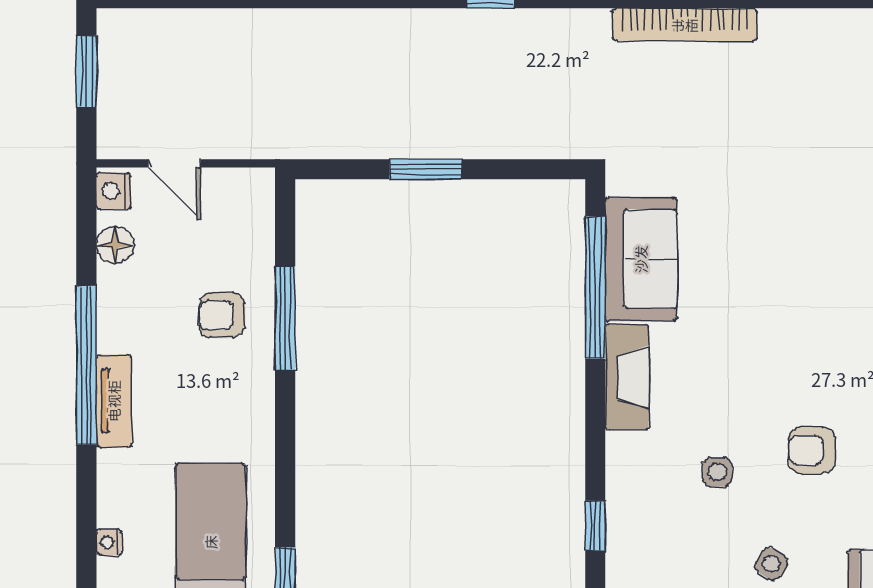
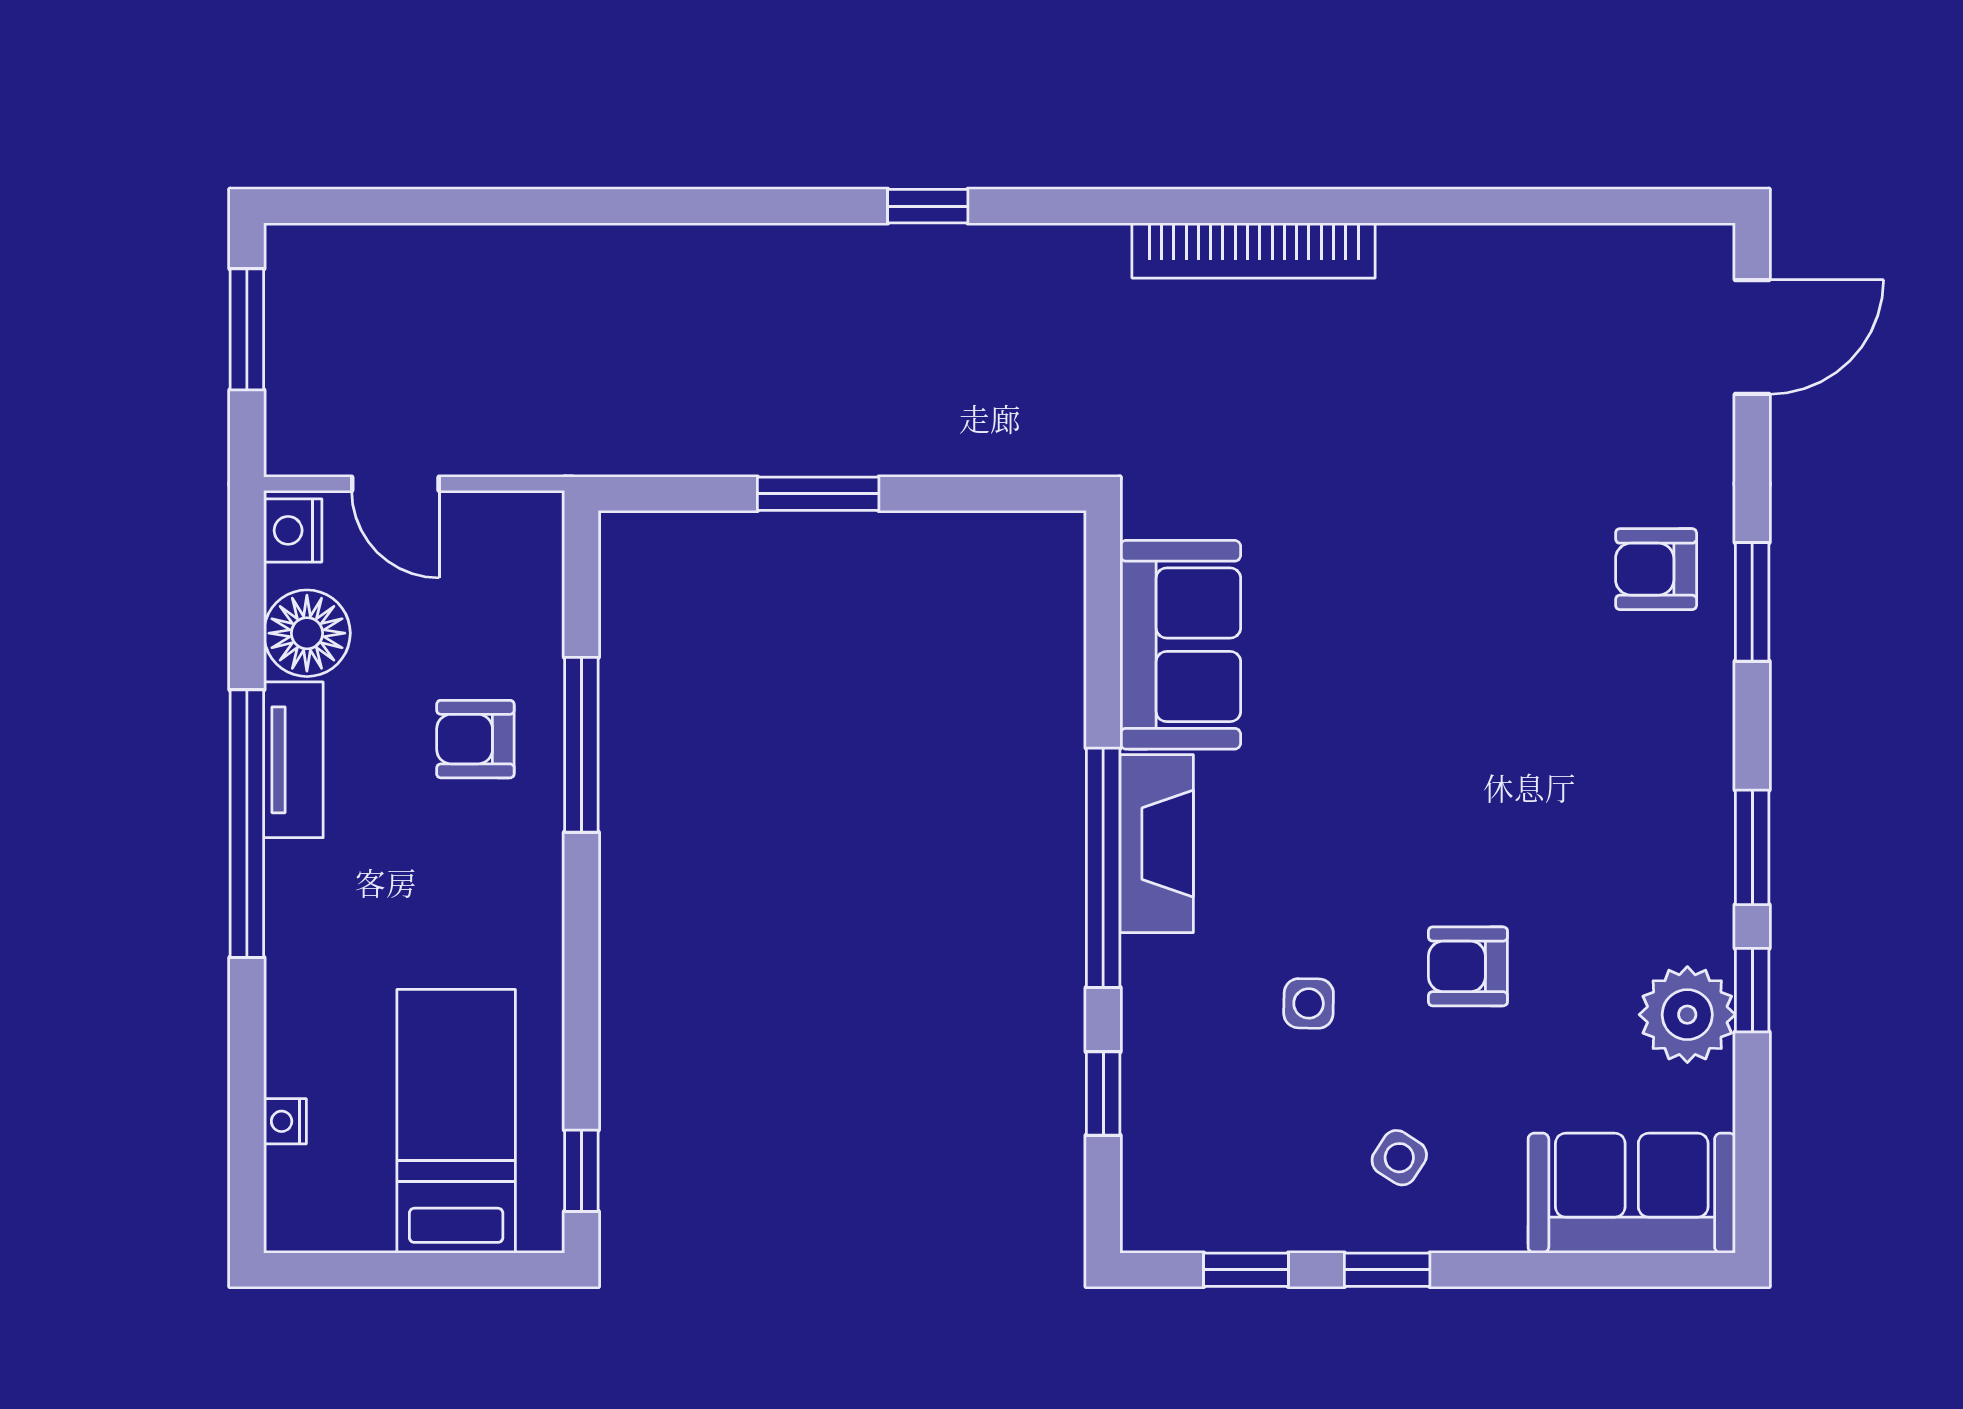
floor lamp: (115, 245) -> (307, 633), width x1.38, depth x1.38
window: (595, 288) -> (1103, 868), moved
tv unit: (114, 401) -> (293, 760), moved

